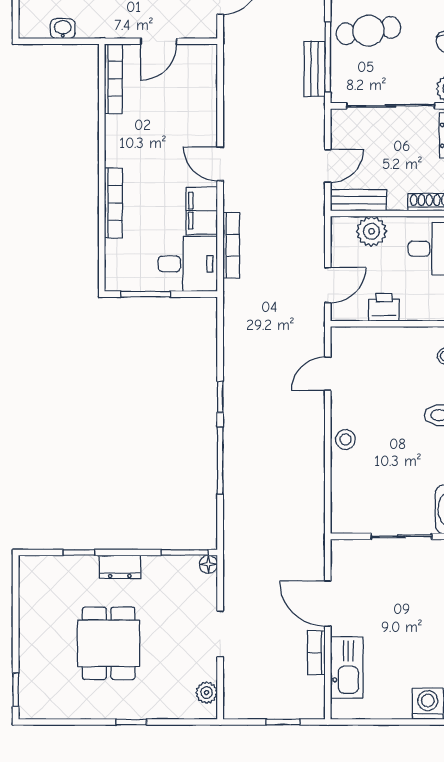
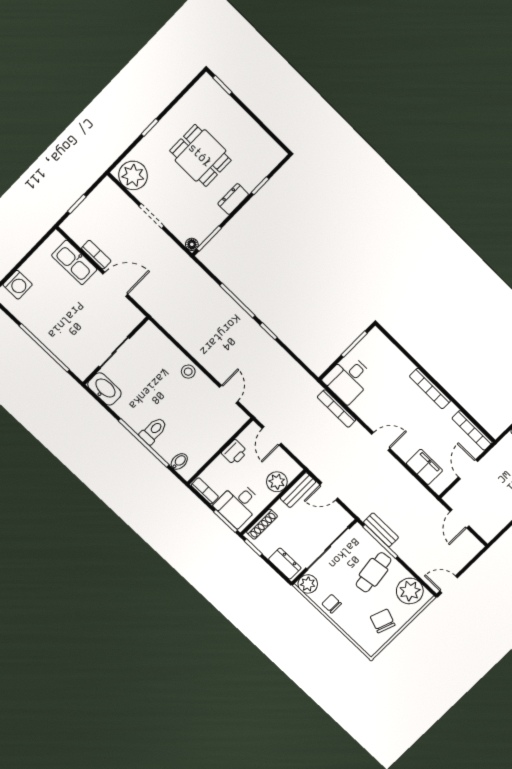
door: (328, 166) -> (329, 491), hinge flipped
bookcase: (113, 203) -> (430, 389), moved
filing cabinet: (202, 211) -> (424, 467), moved
plant: (207, 693) -> (133, 175), width x1.87, depth x1.87

